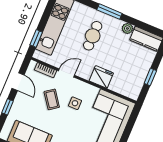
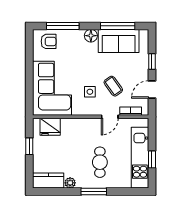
window: (36, 38) -> (152, 159), moved
fridge: (101, 77) -> (50, 127), moved
door: (18, 82) -> (152, 89), hinge flipped

